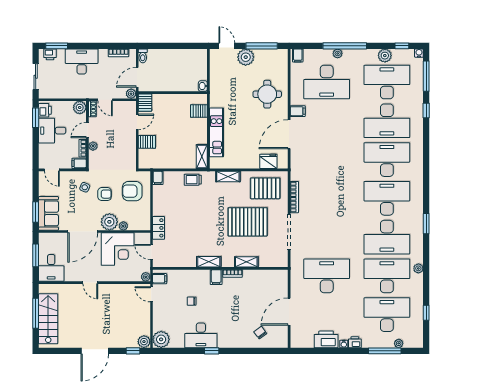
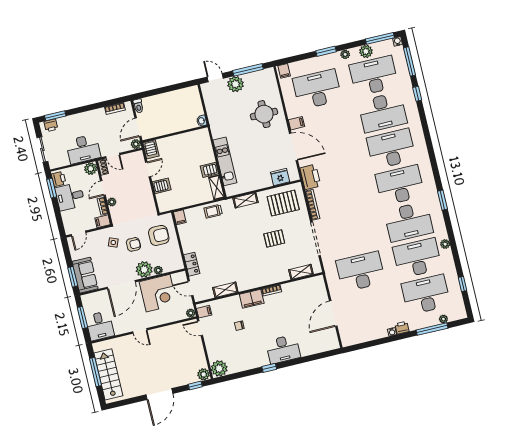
window: (345, 46) -> (326, 51), width x0.47
window: (402, 46) -> (380, 38), width x2.17
plant: (338, 53) -> (345, 54), moved
desk: (82, 61) -> (83, 149), moved, turned 180
desk: (327, 82) -> (317, 89), turned 180
server rack: (199, 111) -> (209, 170), moved
door: (289, 134) -> (294, 147), swing flipped
door: (52, 170) -> (79, 233), hinge flipped
armchair: (132, 191) -> (159, 235), turned 180
pallet: (248, 222) -> (274, 238), width x0.49, depth x0.50
shelving: (209, 262) -> (225, 290), moved
shelving: (246, 262) -> (301, 272), moved
filing cabinet: (216, 277) -> (252, 299), width x2.00
chair: (260, 333) -> (311, 340), removed
desk: (201, 335) -> (283, 349), moved
printer: (326, 339) -> (310, 177), moved, turned 90

